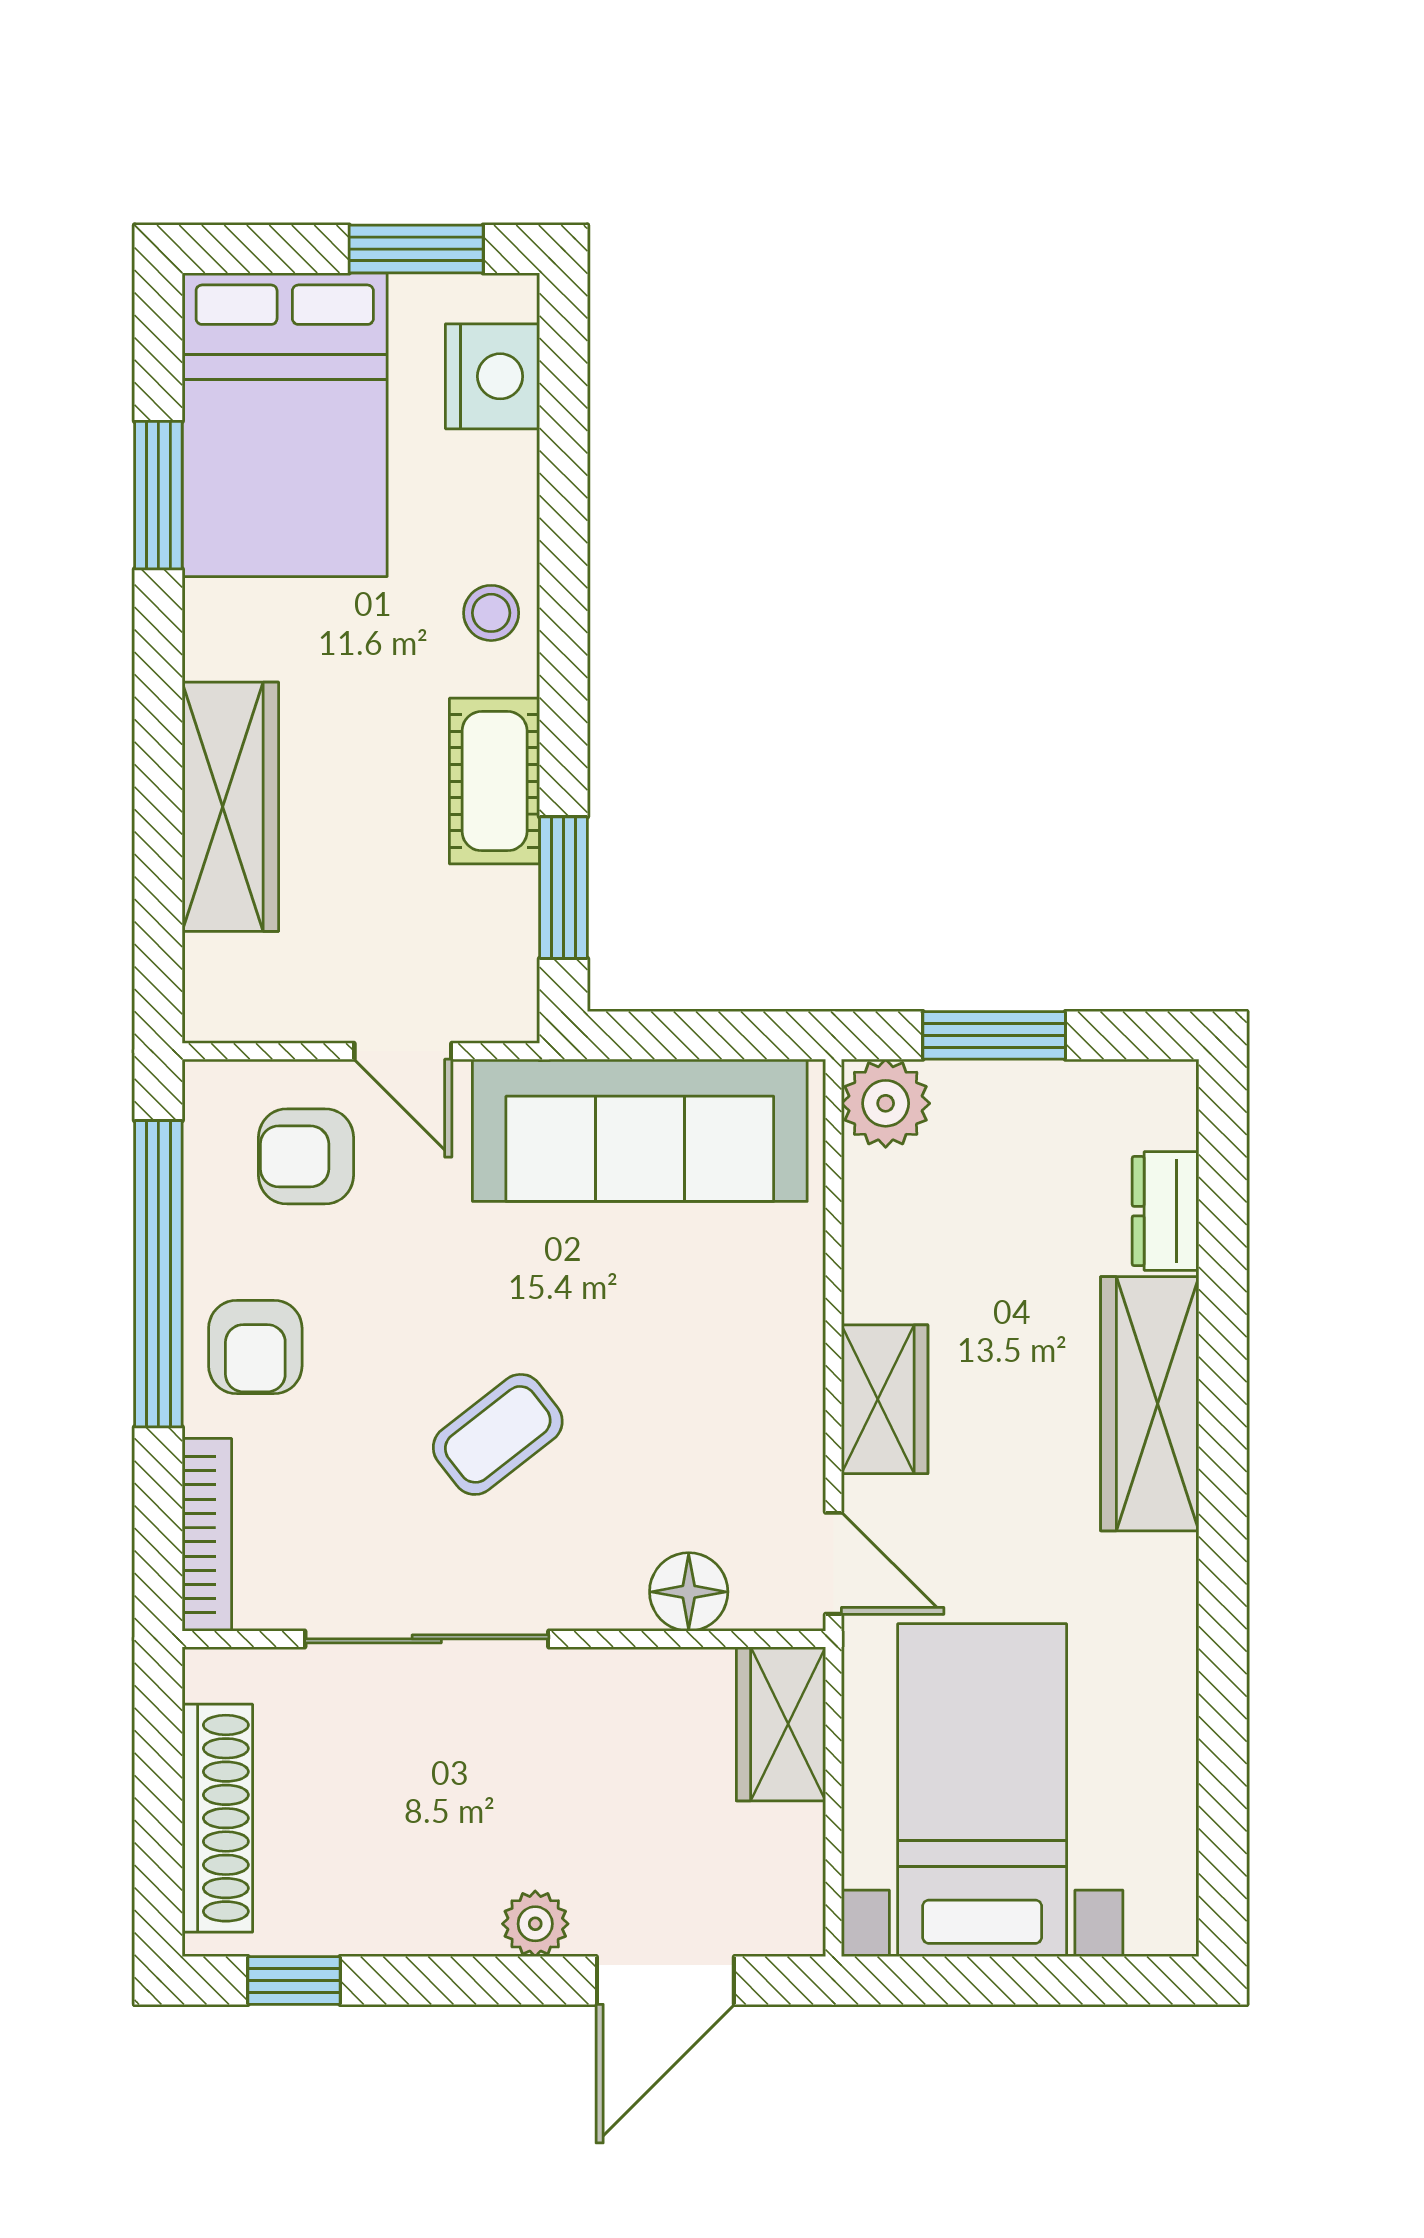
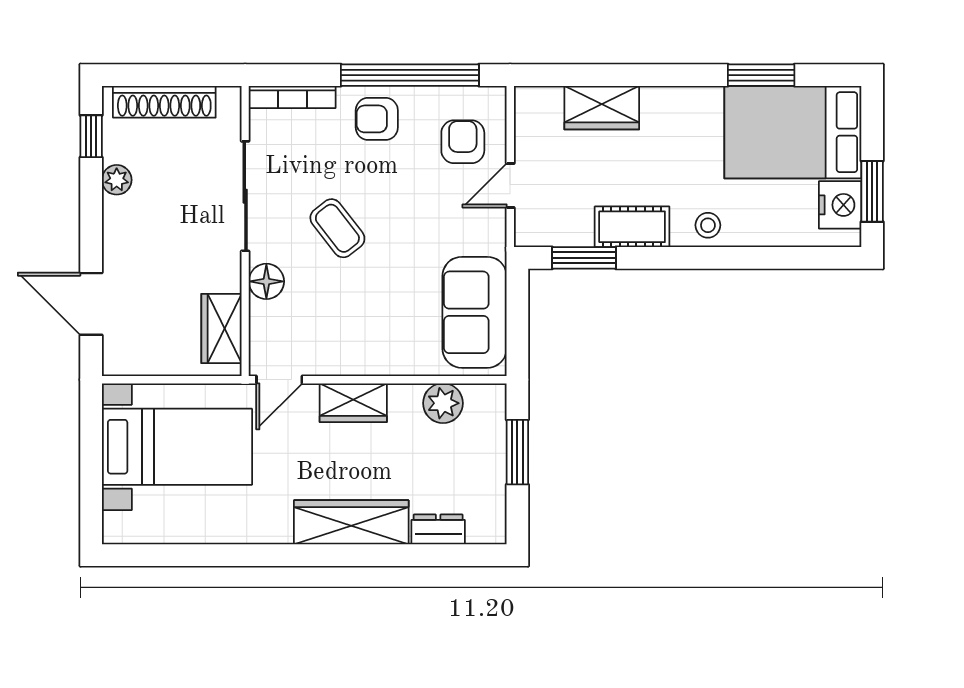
nightstand: (493, 376) -> (840, 205), moved, turned -90
wardrobe: (230, 807) -> (602, 108), width x0.67
plant: (886, 1103) -> (443, 403), moved
sofa: (640, 1130) -> (475, 312), width x0.73
floor lamp: (689, 1592) -> (266, 281), moved
wardrobe: (781, 1724) -> (221, 329), moved, turned -90
plant: (535, 1924) -> (117, 180), moved

